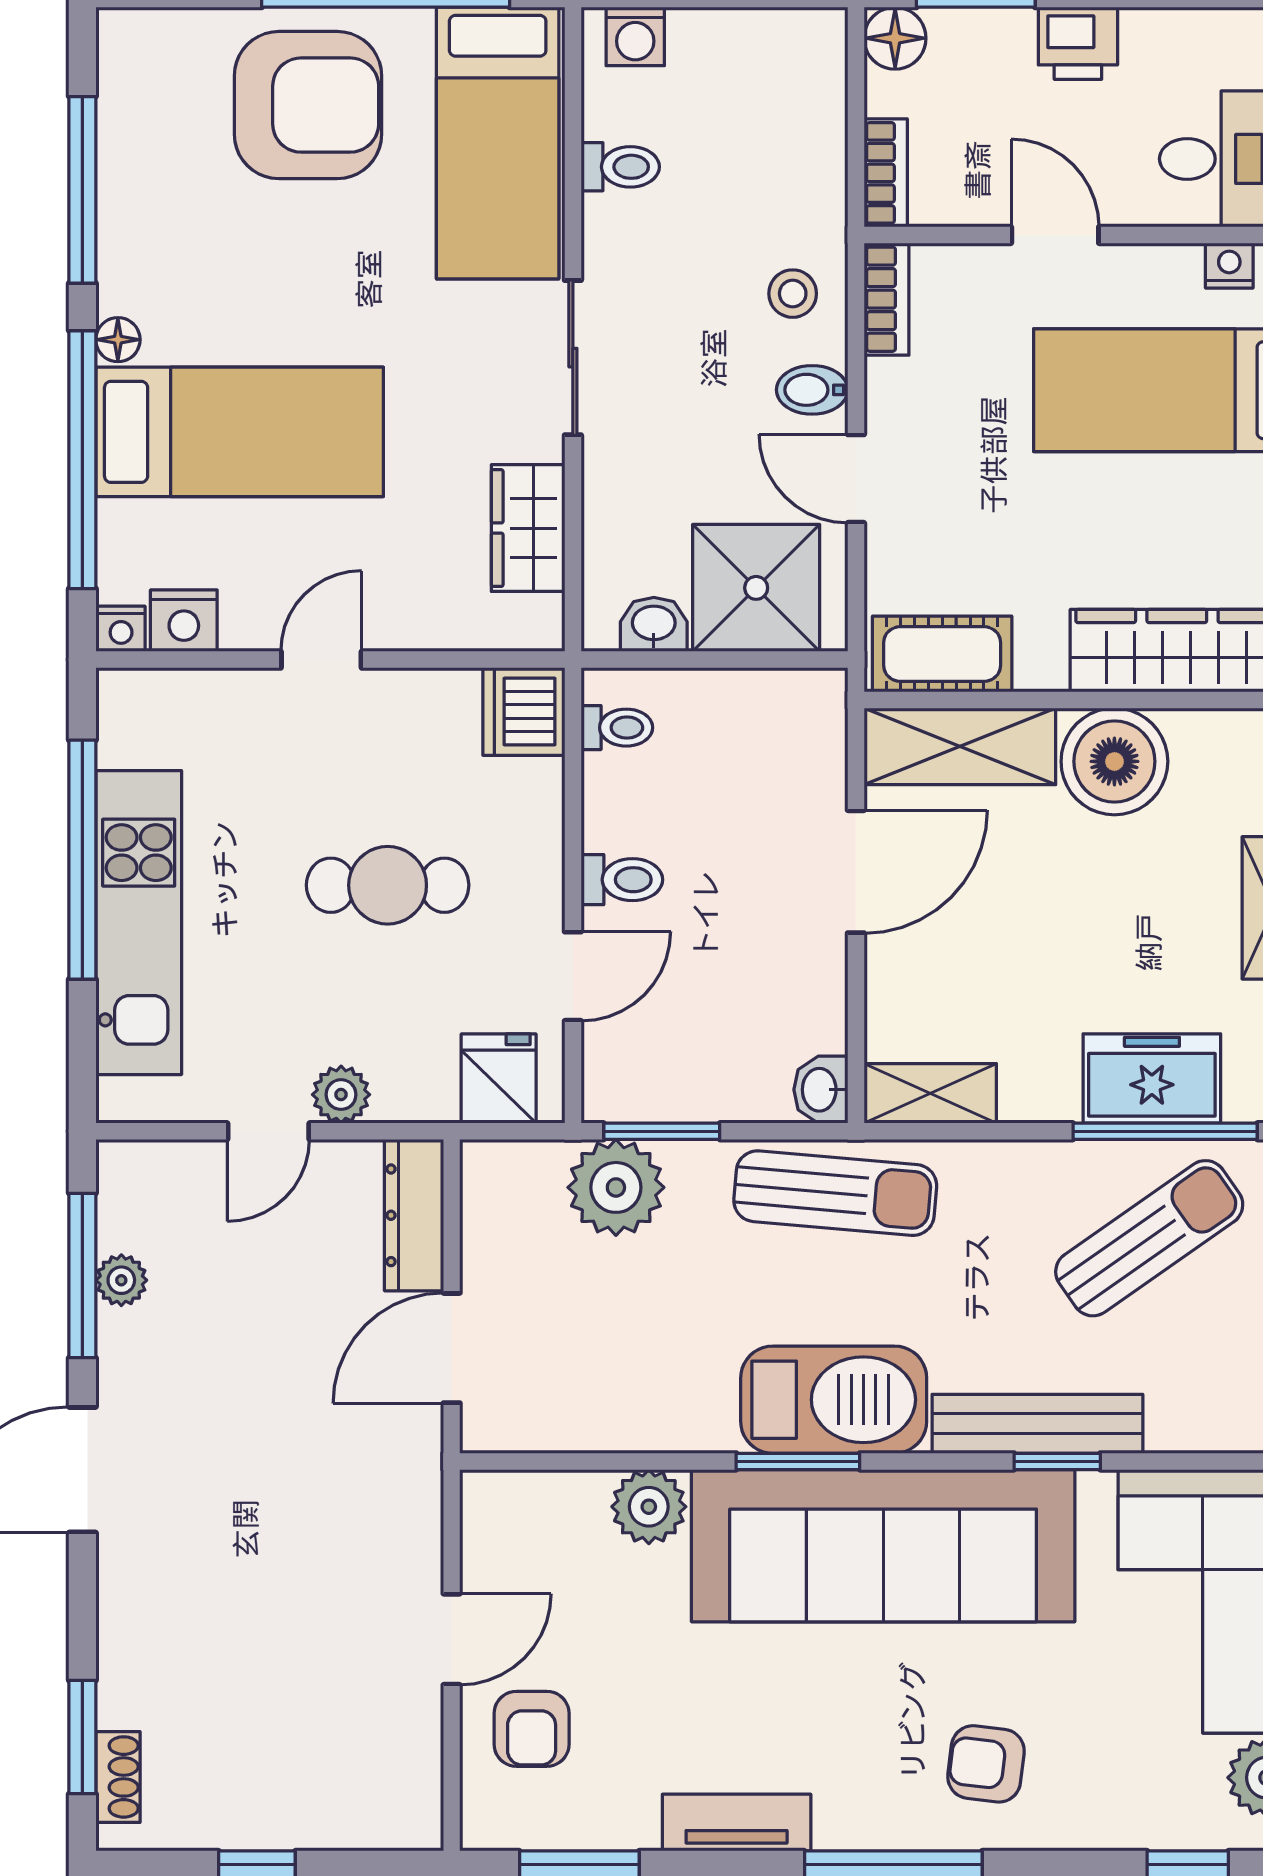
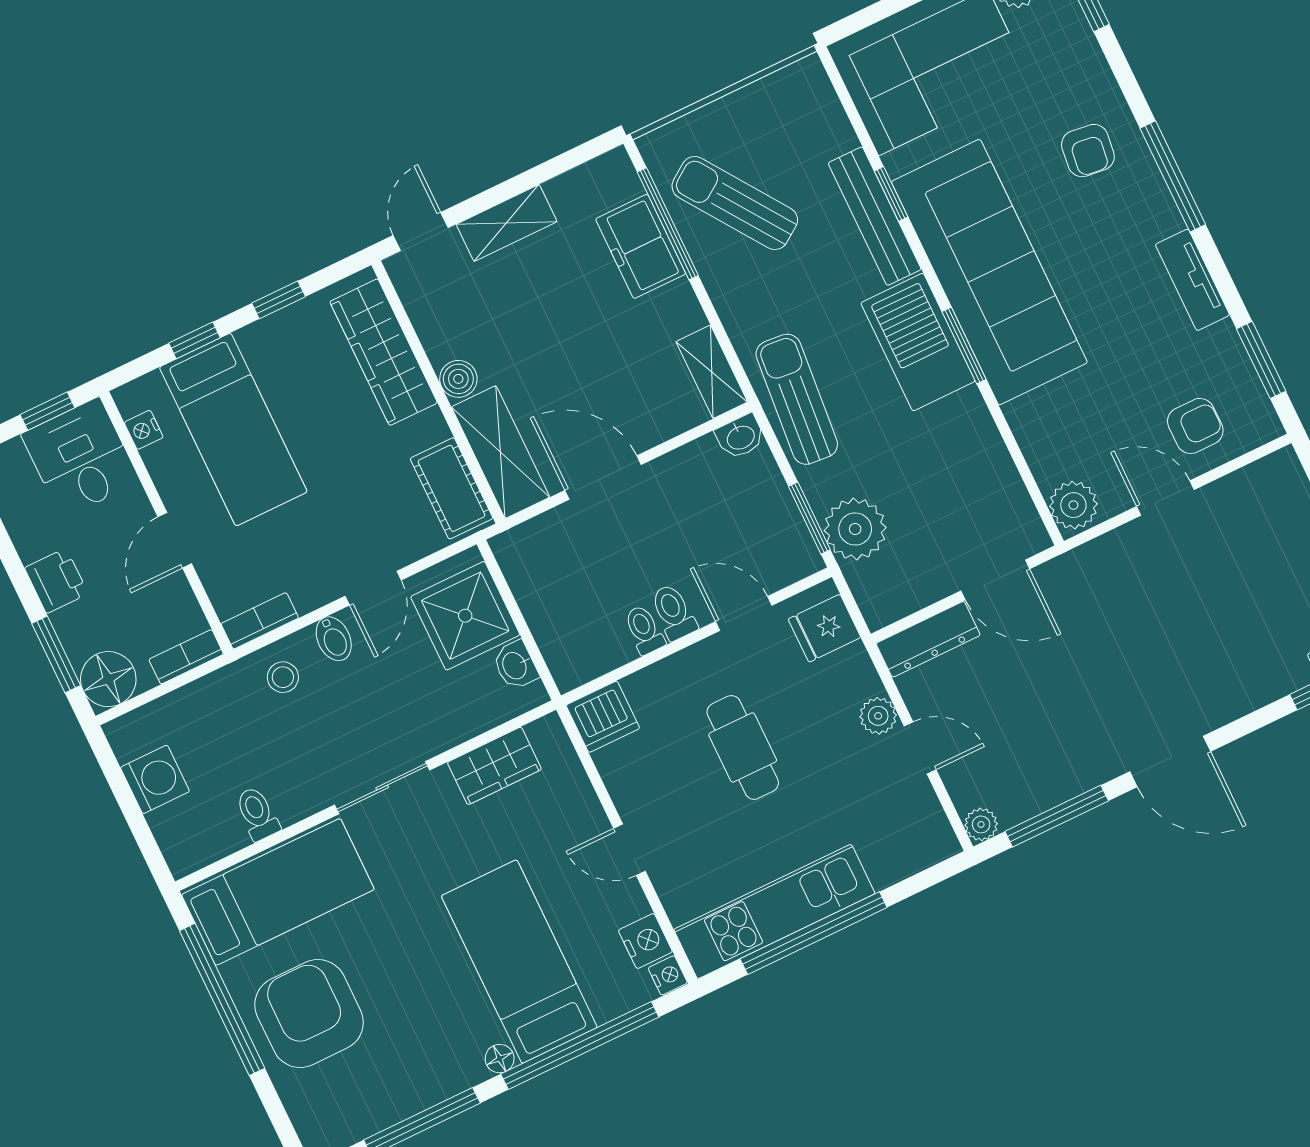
washing machine: (635, 36) -> (155, 779), moved, width x1.38, depth x1.38
floor lamp: (895, 38) -> (108, 679), width x1.38, depth x1.38
toilet: (617, 728) -> (644, 630), moved
boiler: (1114, 761) -> (458, 379), width x0.54, depth x0.54
kitchen unit: (139, 923) -> (774, 911), moved
plant: (121, 1280) -> (981, 824), moved
plant: (649, 1507) -> (1073, 505), moved

